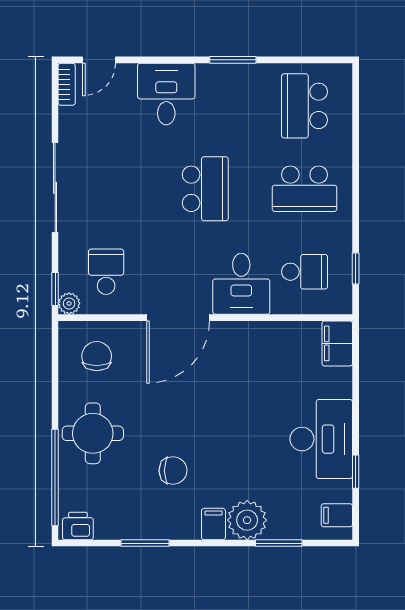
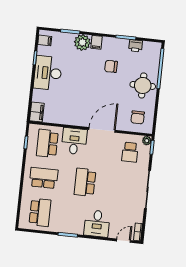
school desk: (305, 272) -> (47, 143), width x1.85
printer: (78, 526) -> (136, 46), moved

